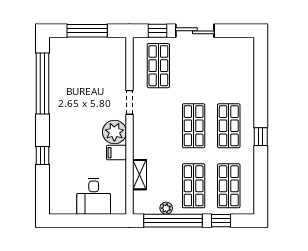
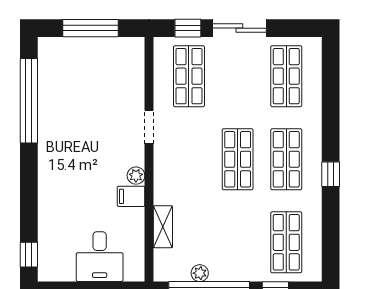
plant: (114, 132) -> (136, 176), width x0.53, depth x0.53
window: (43, 156) -> (29, 255), moved
shop shelf: (194, 186) -> (286, 76), moved

